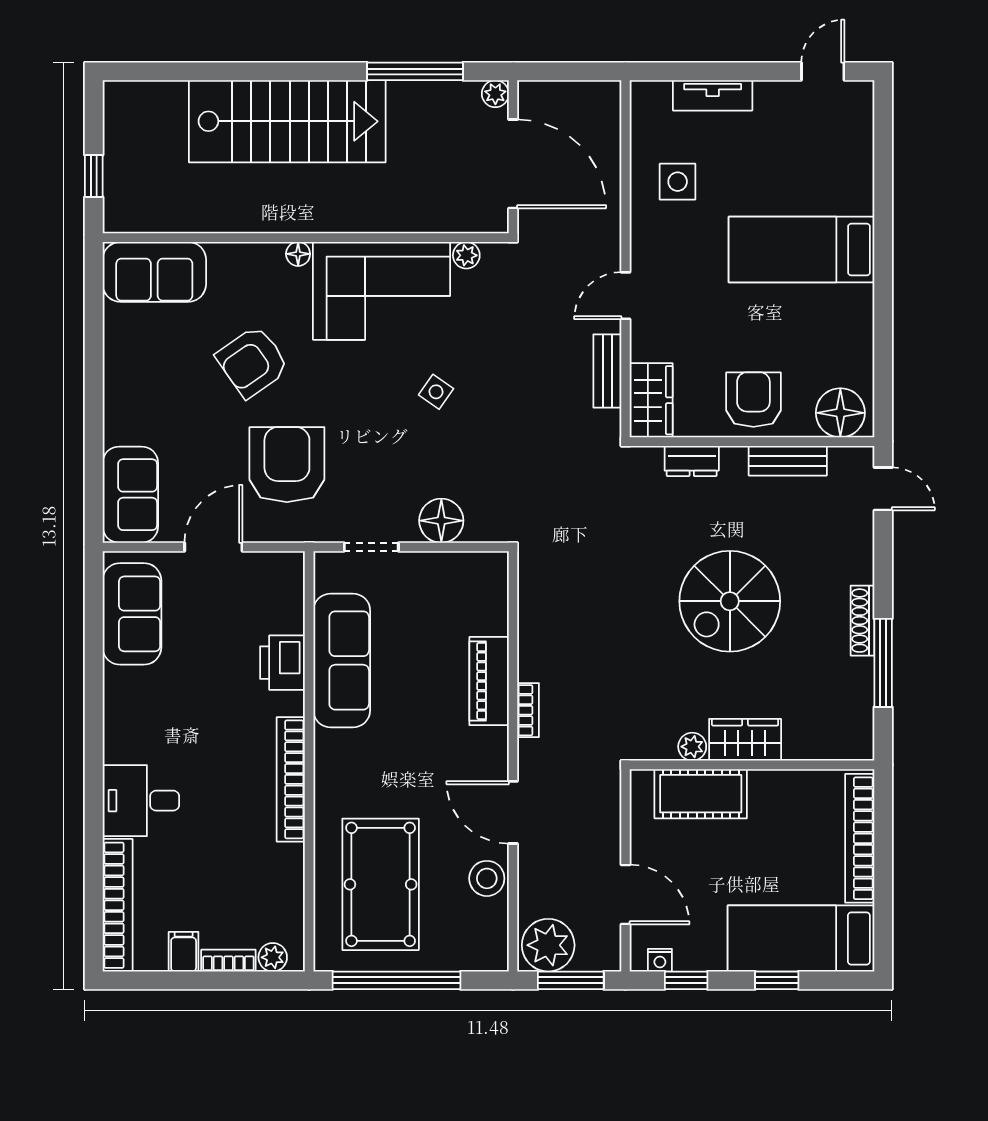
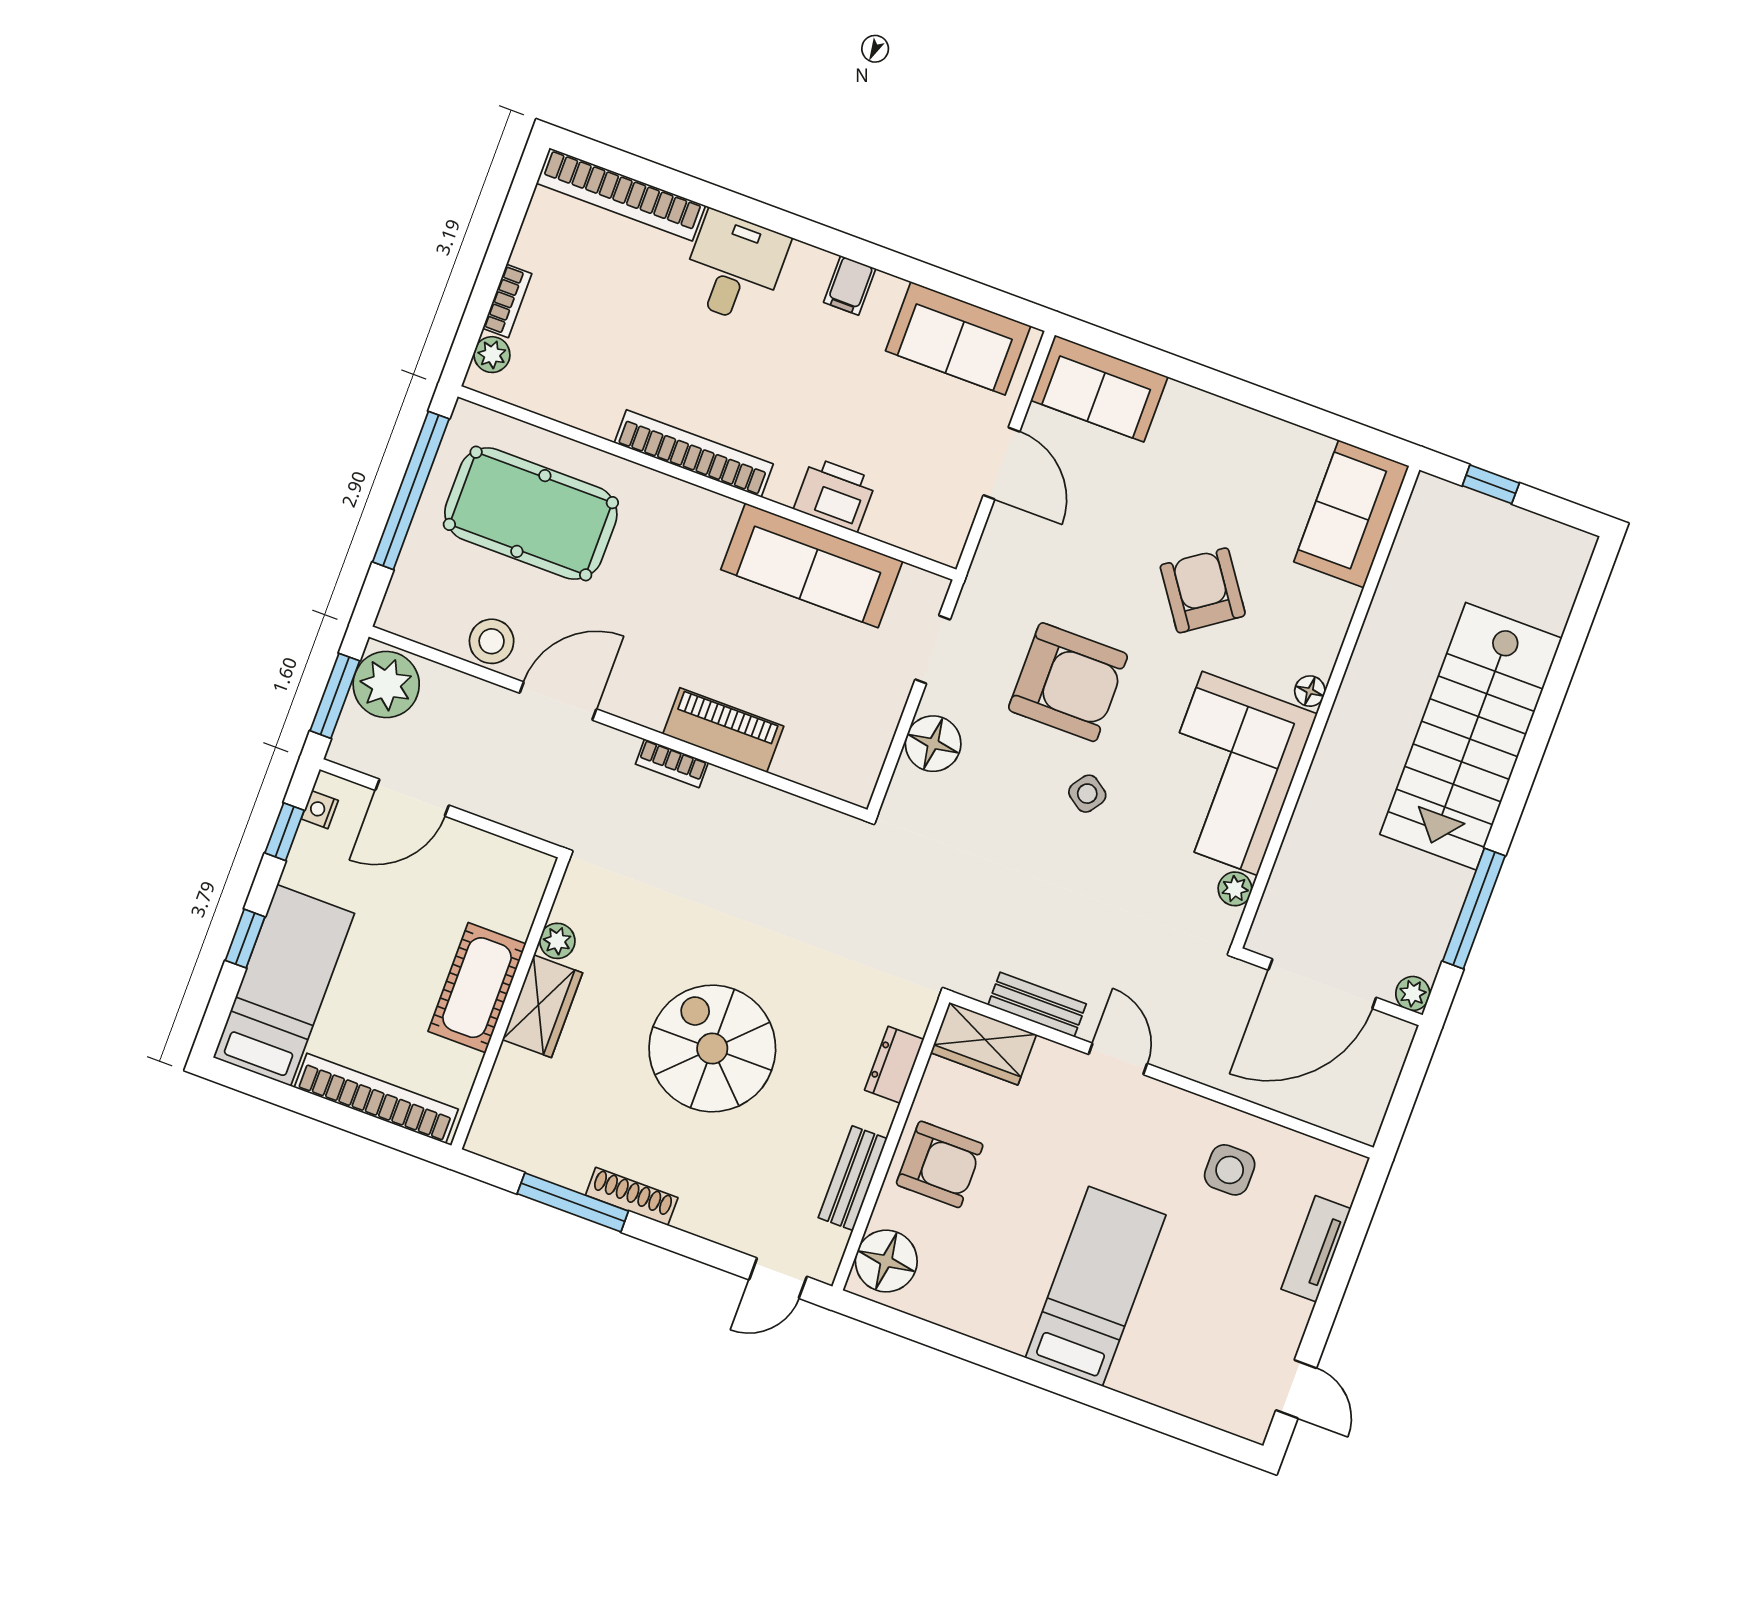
armchair: (287, 465) -> (1068, 682), moved
cot: (701, 794) -> (477, 988), moved
filing cabinet: (184, 952) -> (850, 285), moved, turned 90

